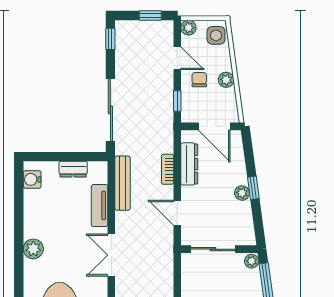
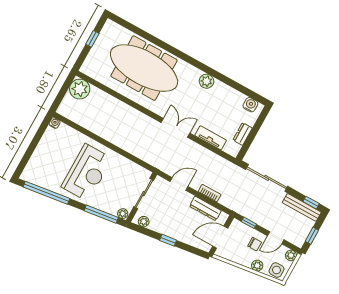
plant: (226, 80) -> (257, 266), moved
bench: (123, 183) -> (302, 207), moved
plant: (242, 193) -> (144, 222), moved

